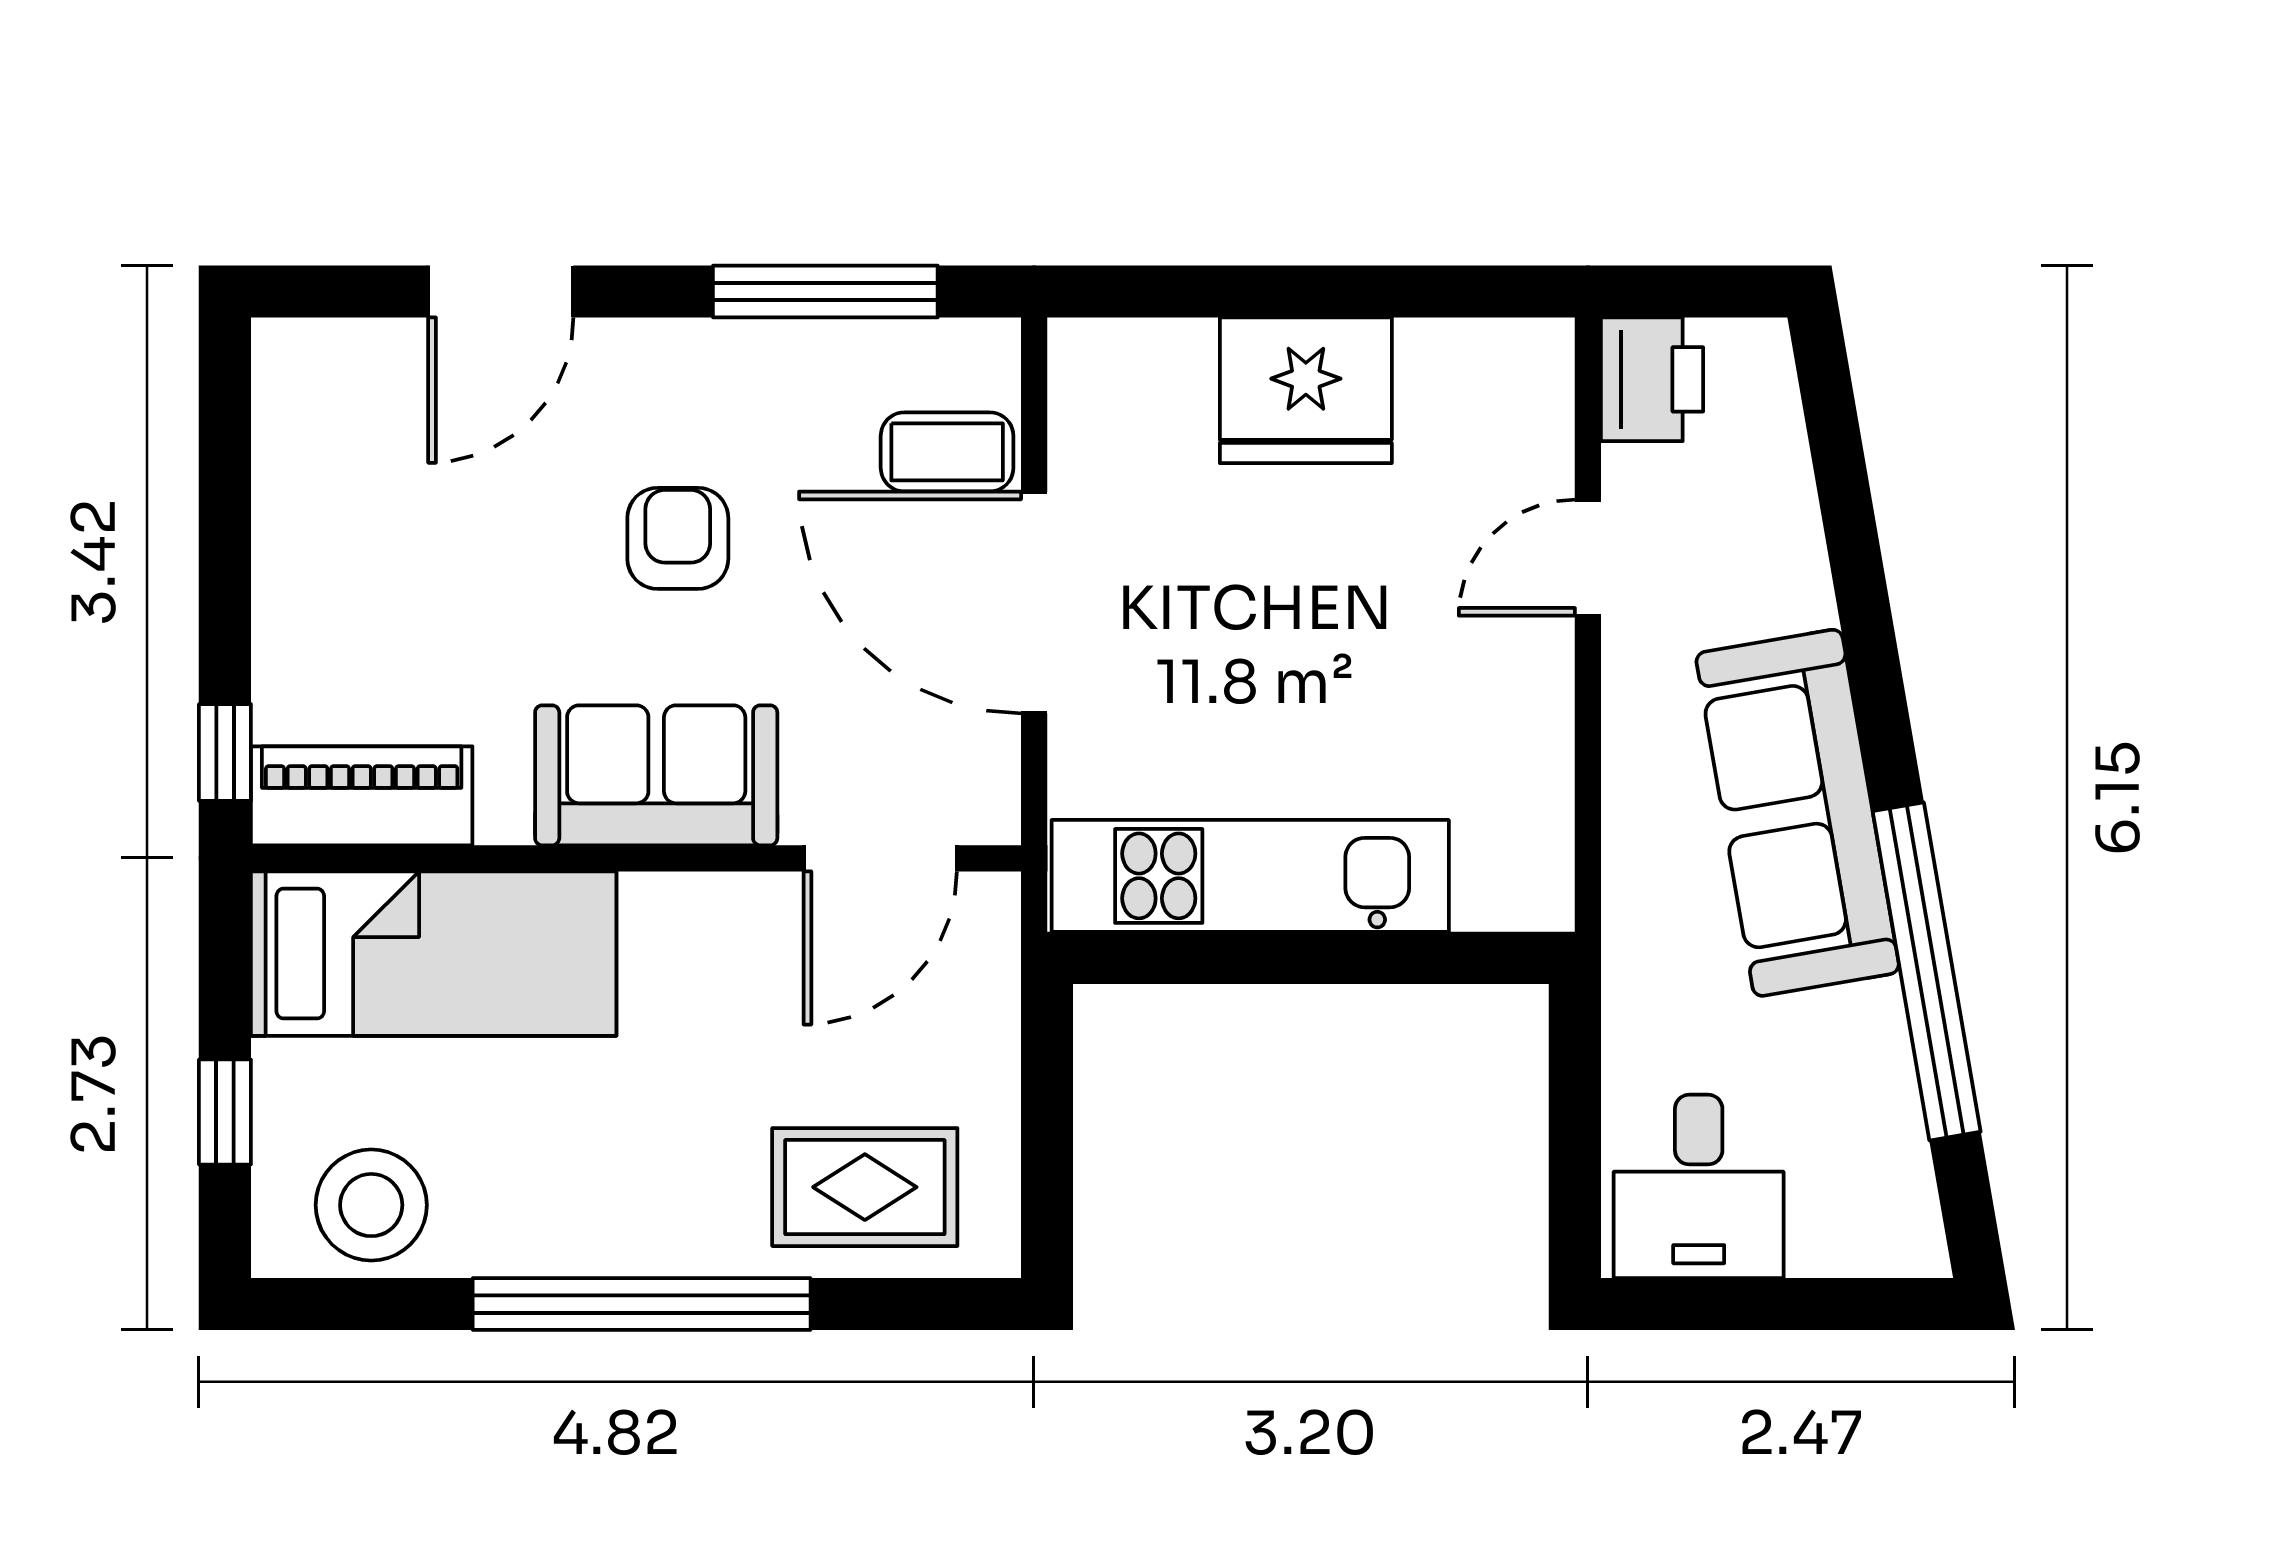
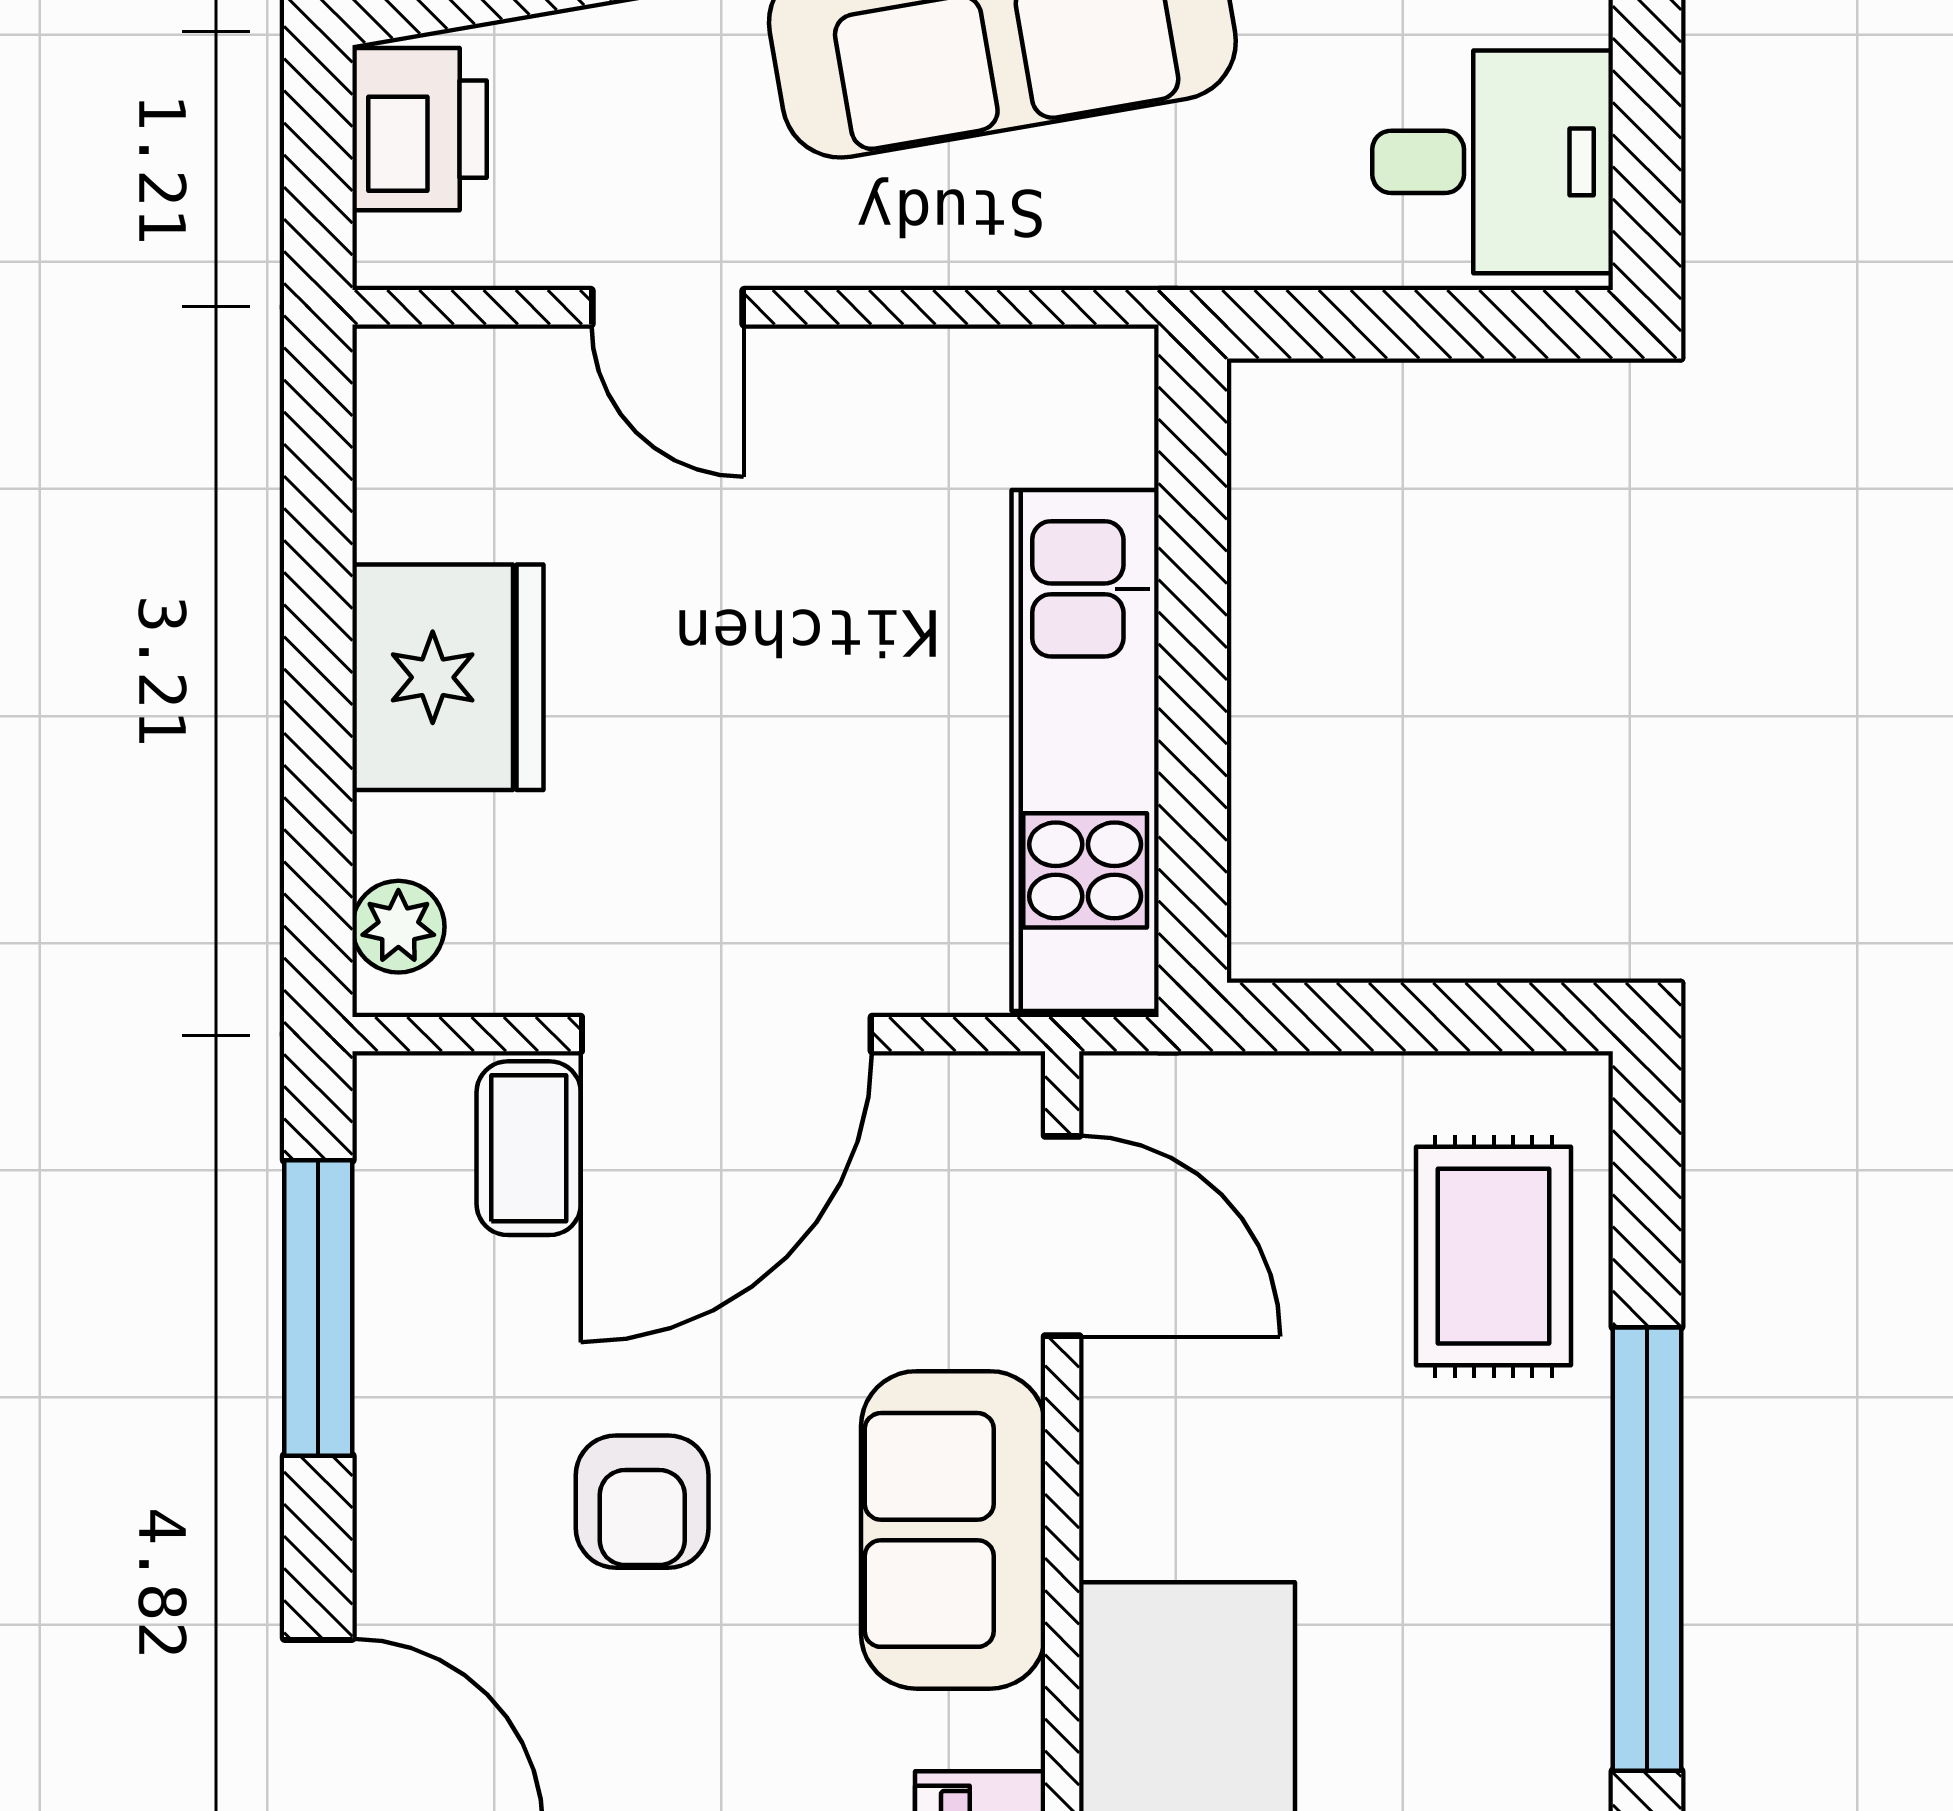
plant: (1116, 353) -> (398, 927), added
printer: (1652, 379) -> (419, 129), moved, turned 90
armchair: (678, 538) -> (642, 1502), turned -90

